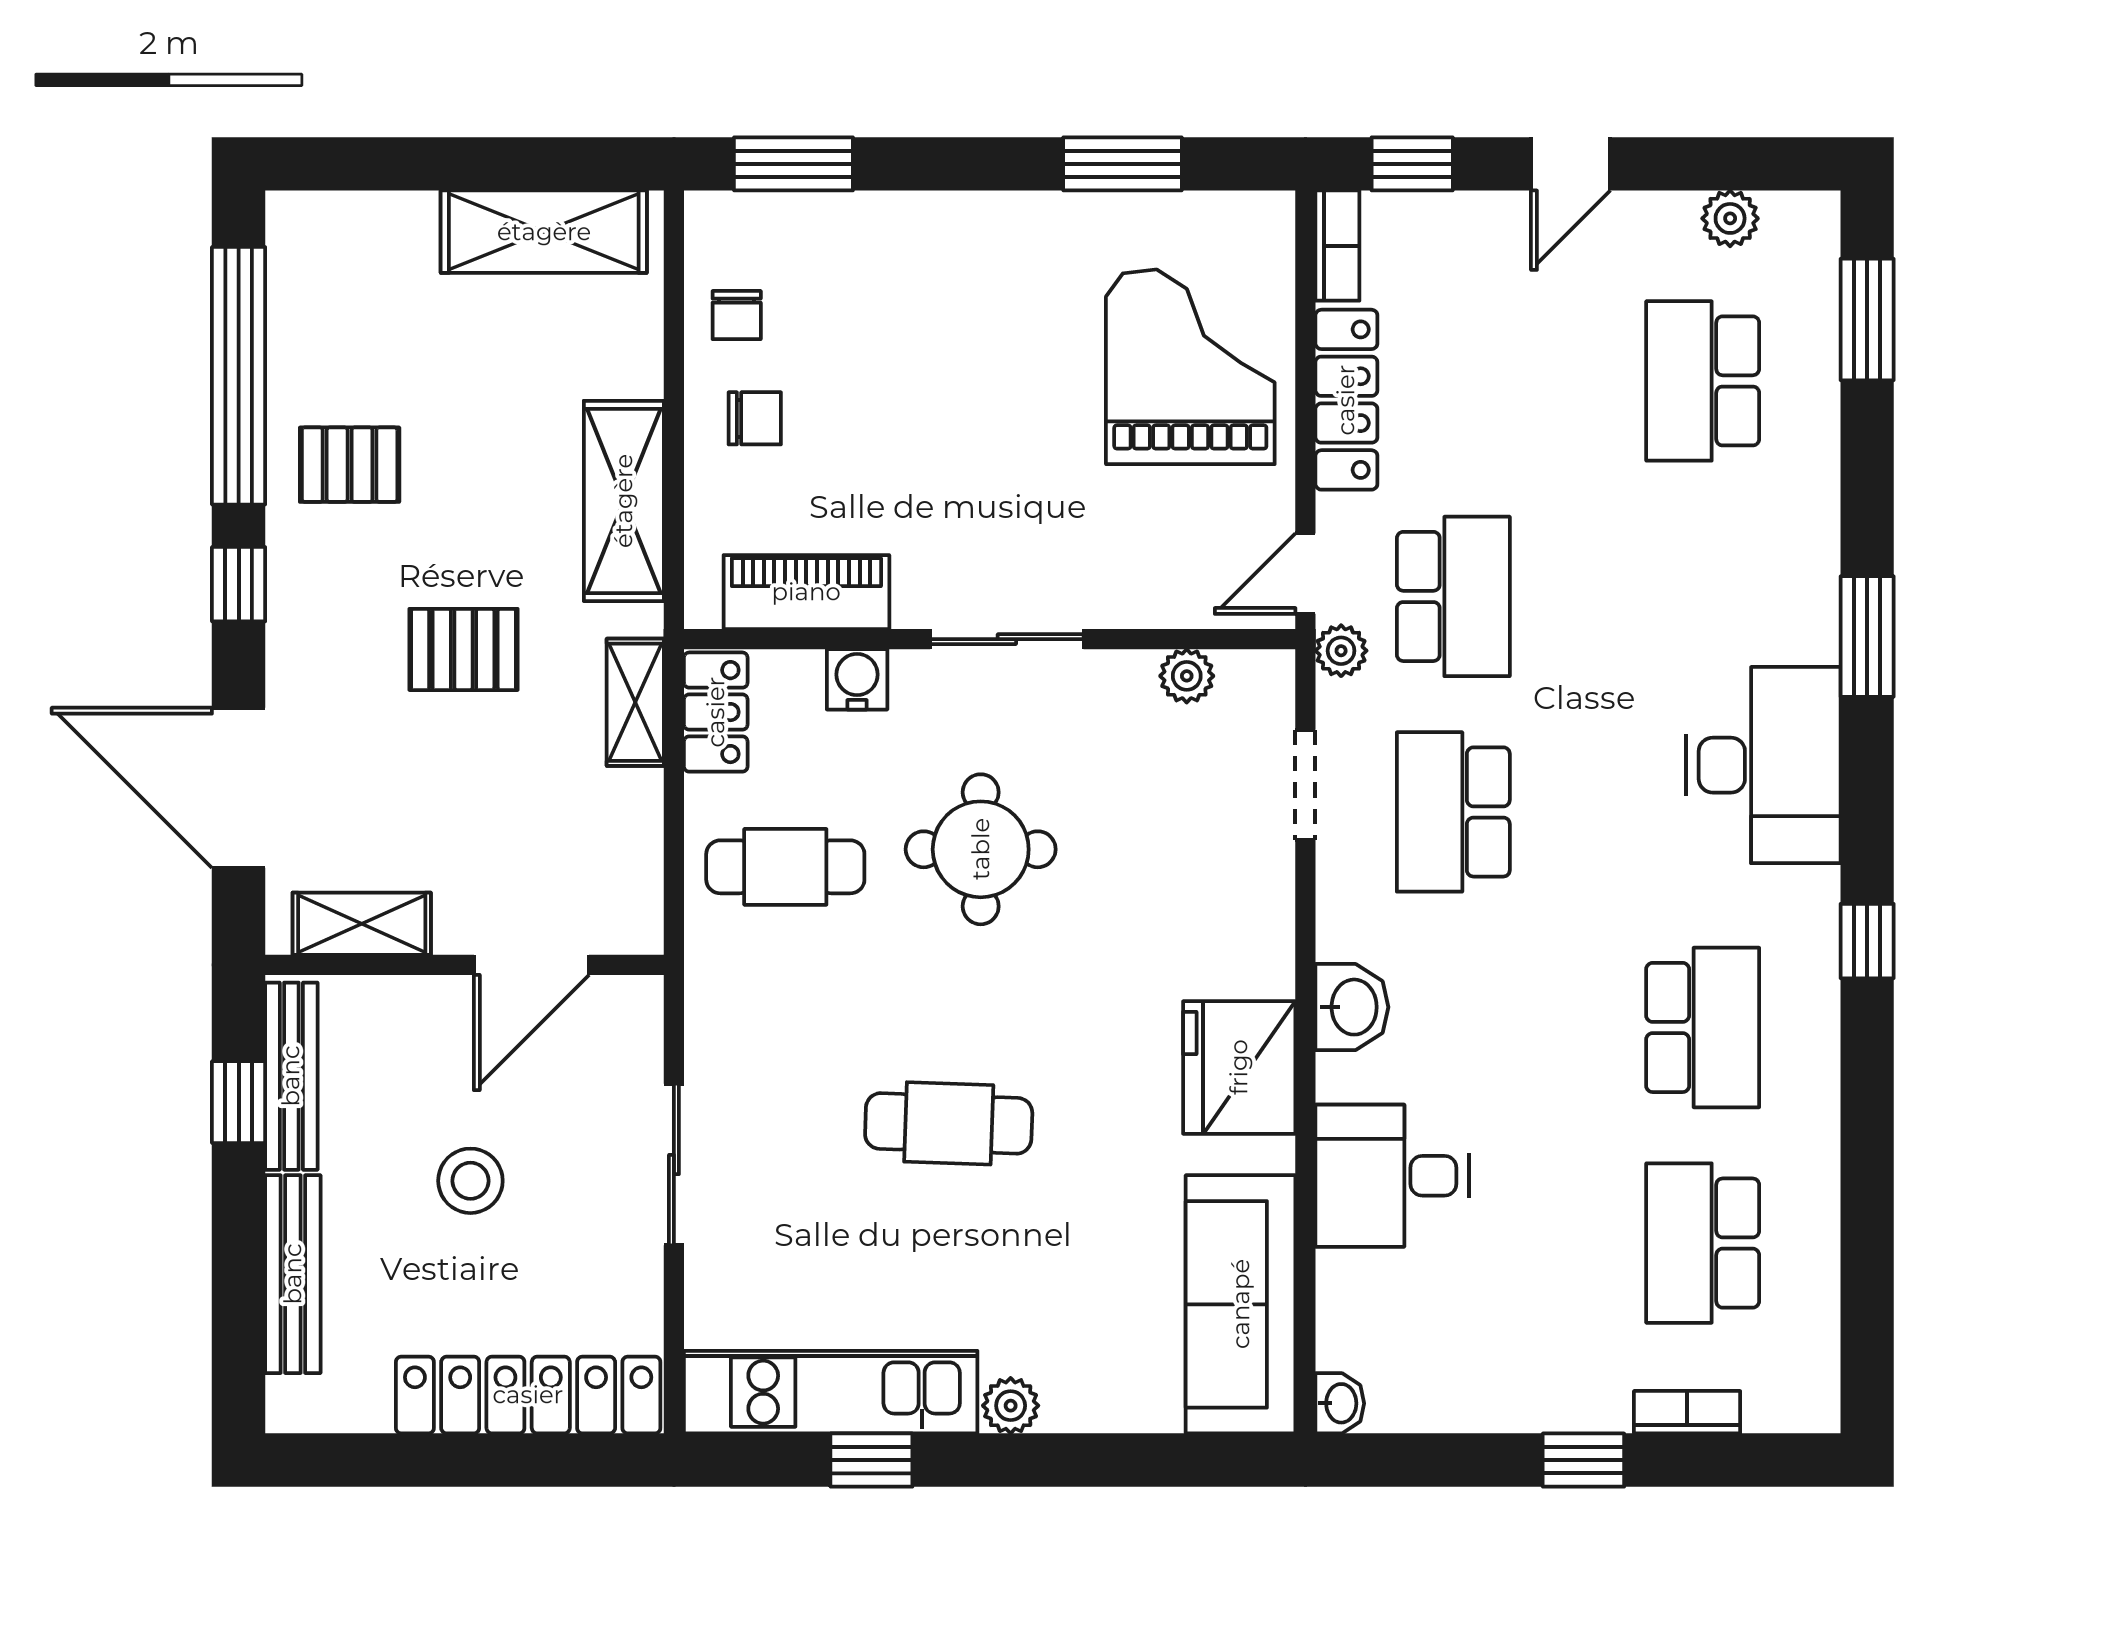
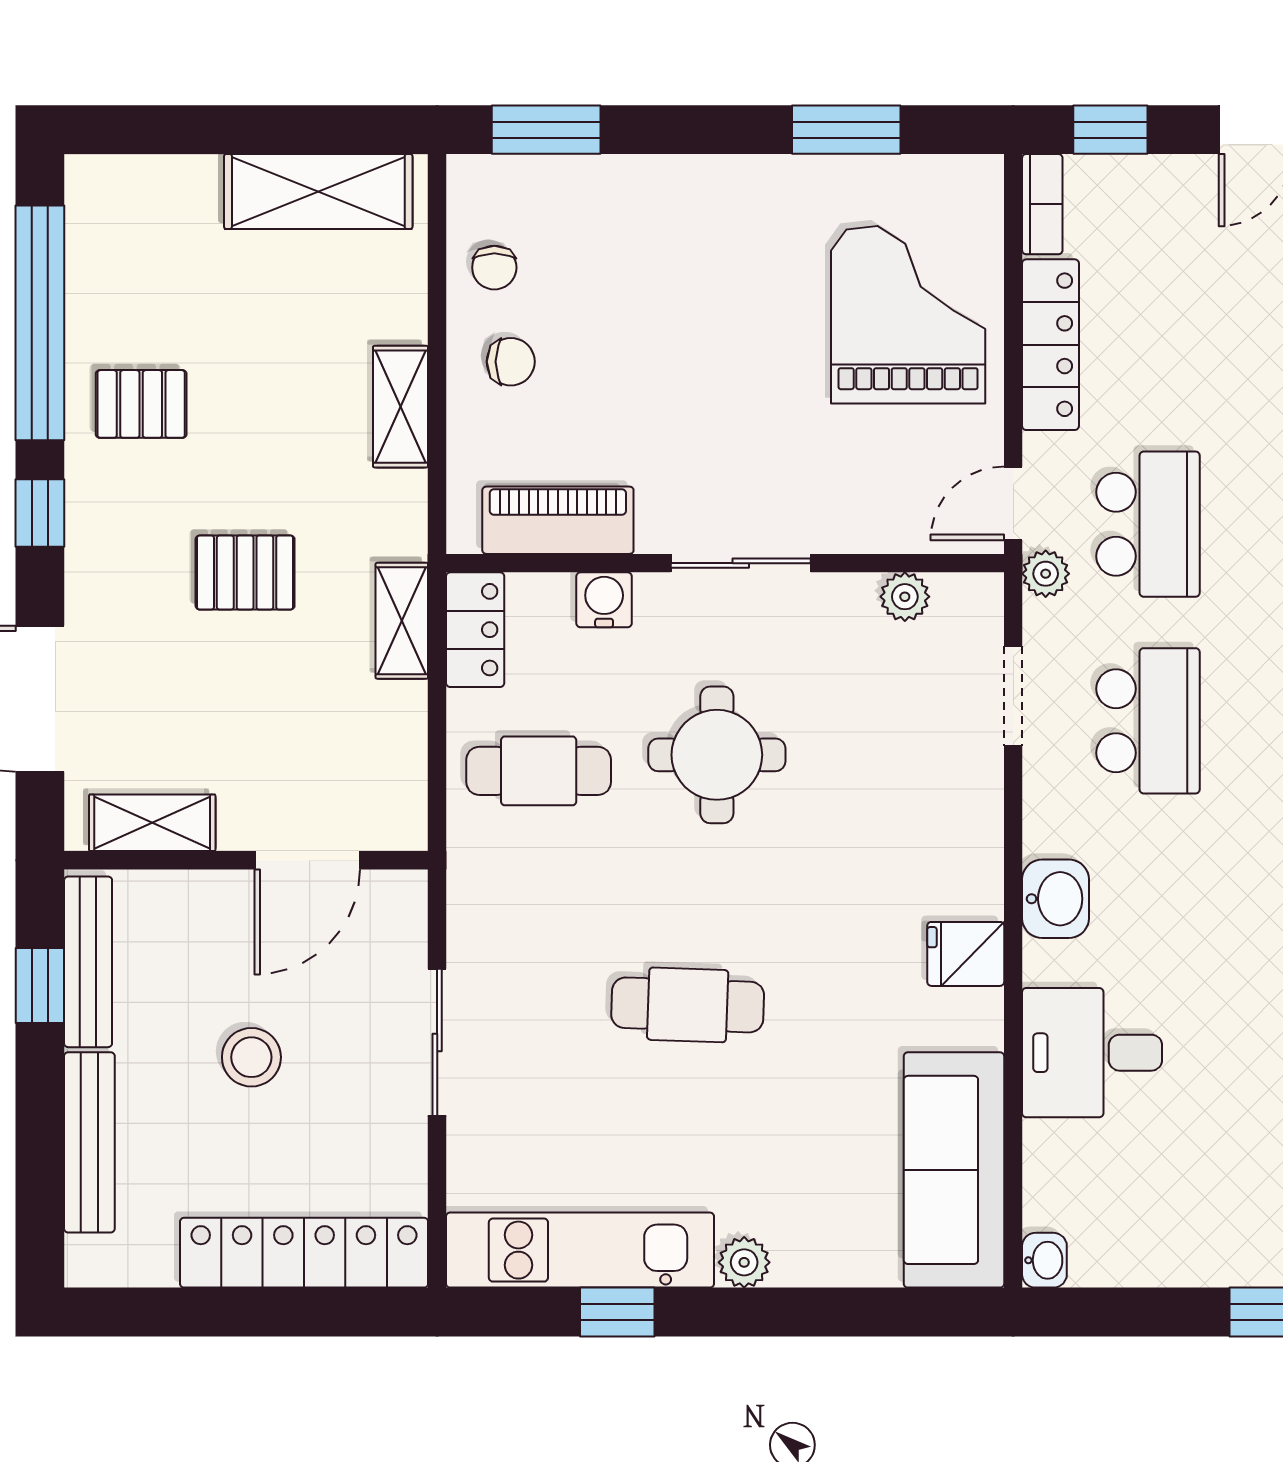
shelving: (624, 501) -> (401, 407), width x0.67, depth x0.75
school desk: (1453, 812) -> (1148, 721), turned 180
fridge: (1239, 1067) -> (966, 954), width x0.53, depth x0.75

